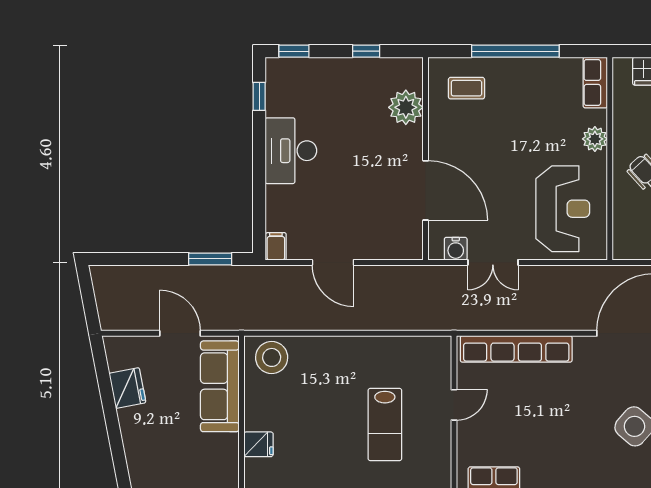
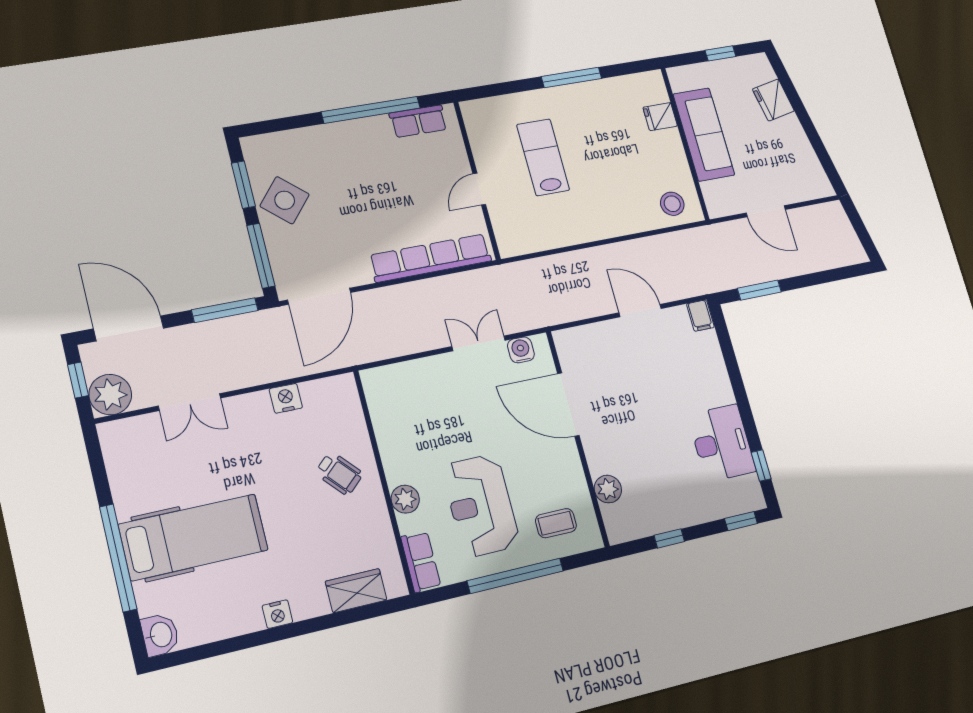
plant: (406, 107) -> (608, 489), width x0.73, depth x0.73
desk: (291, 151) -> (722, 443), moved
reception desk: (563, 209) -> (481, 505), moved
stool: (272, 357) -> (672, 204), width x0.73, depth x0.73
sofa: (220, 386) -> (704, 134), moved
fridge: (127, 388) -> (773, 100), moved

